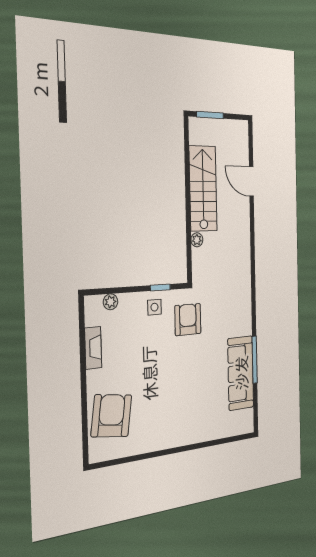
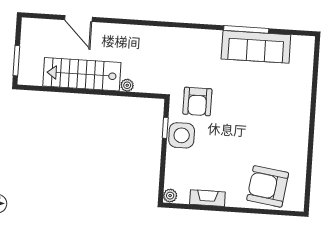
door: (251, 181) -> (78, 19), hinge flipped
plant: (110, 302) -> (170, 196), moved
side table: (154, 307) -> (182, 135), width x1.87, depth x1.87
armchair: (188, 320) -> (197, 101), turned -90

